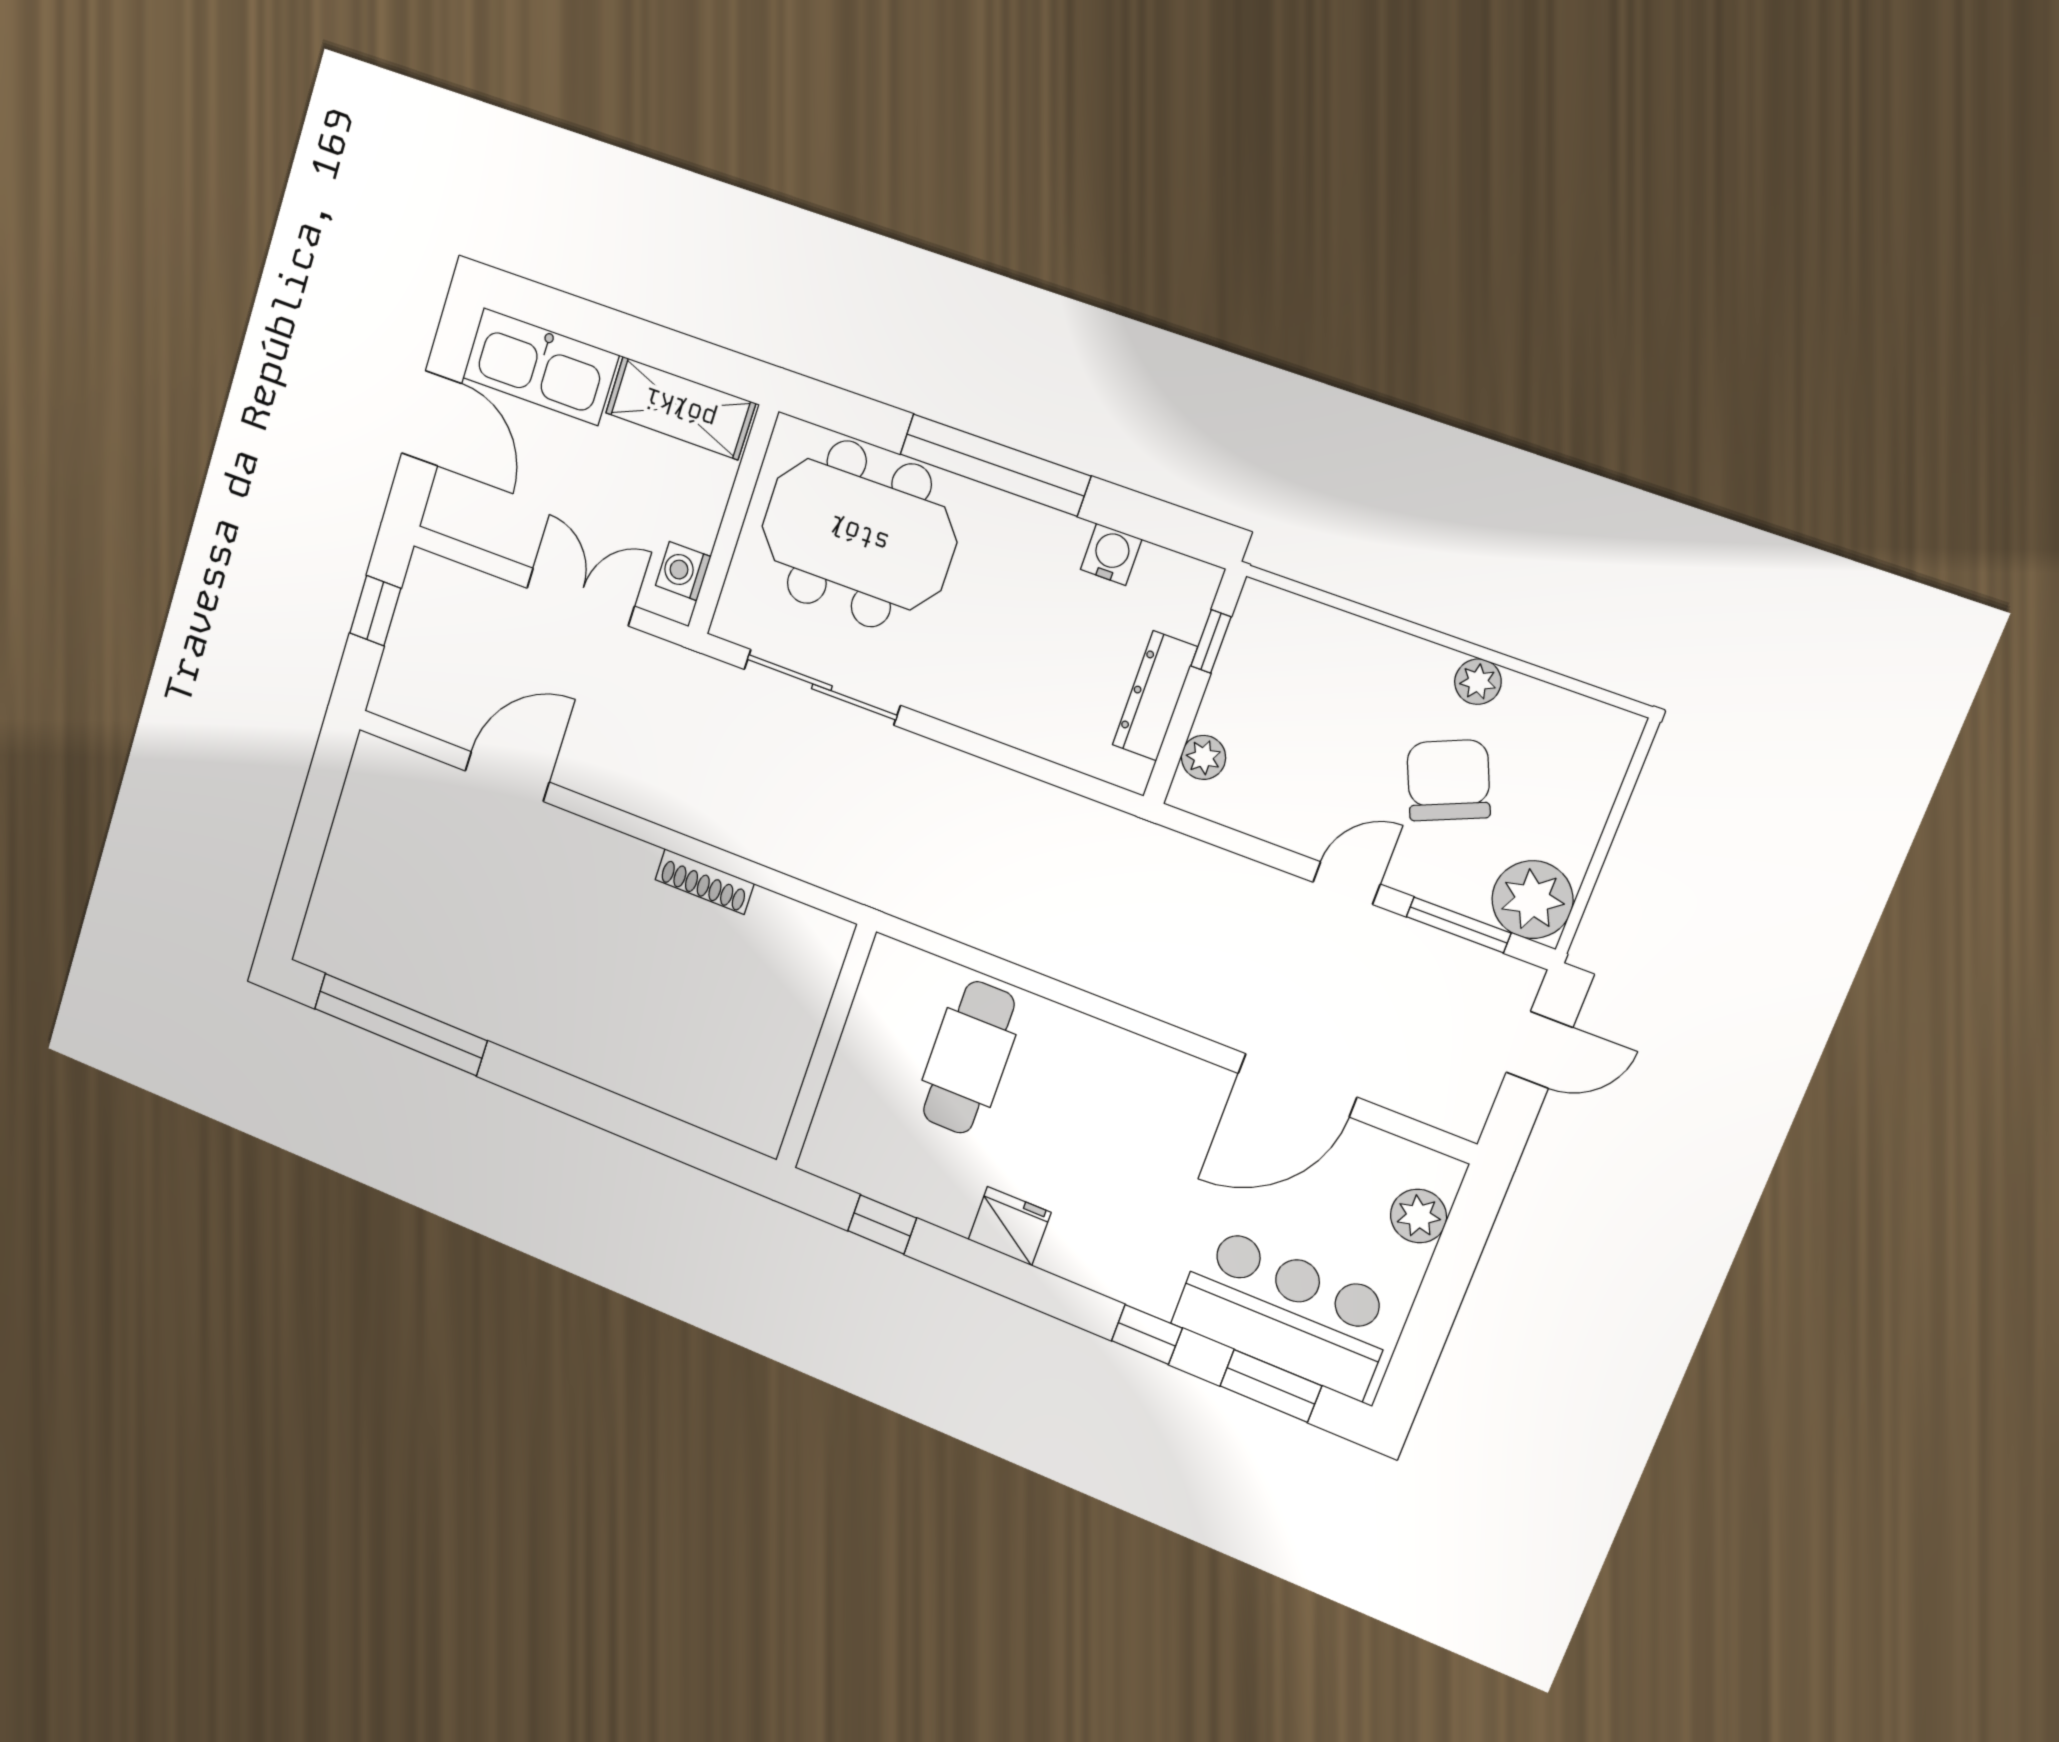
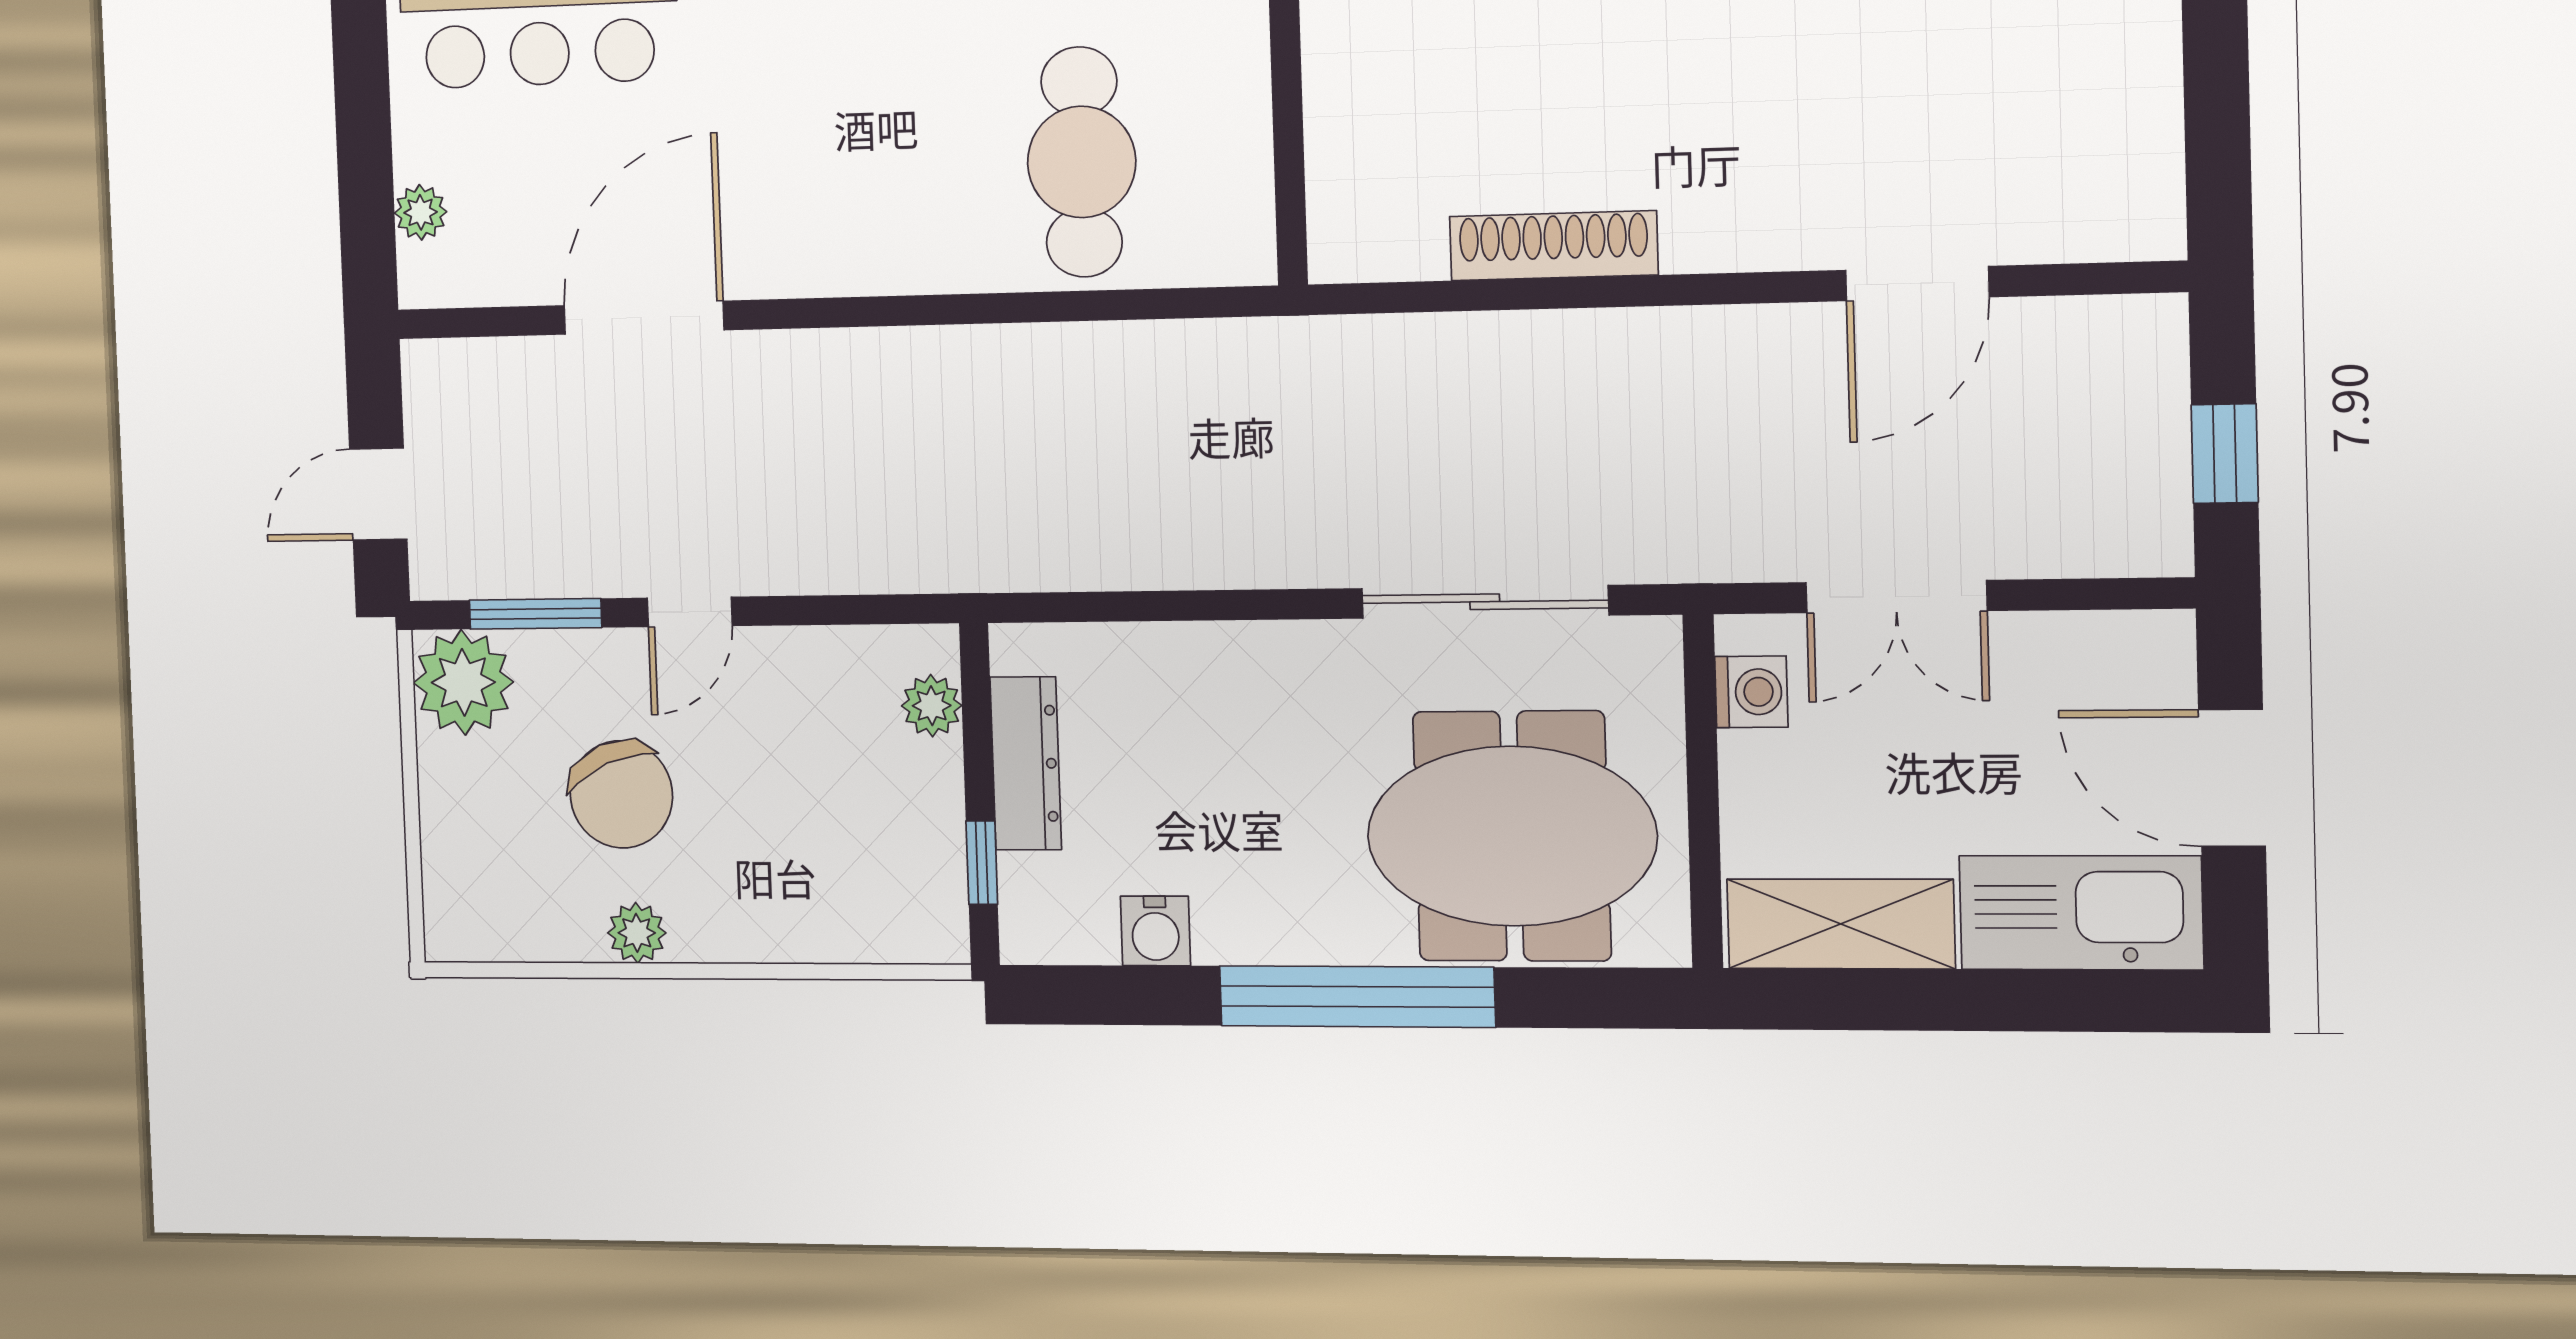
shoe rack: (705, 882) -> (1553, 246), width x1.36, depth x1.24
plant: (1418, 1216) -> (421, 212), width x0.73, depth x0.73

